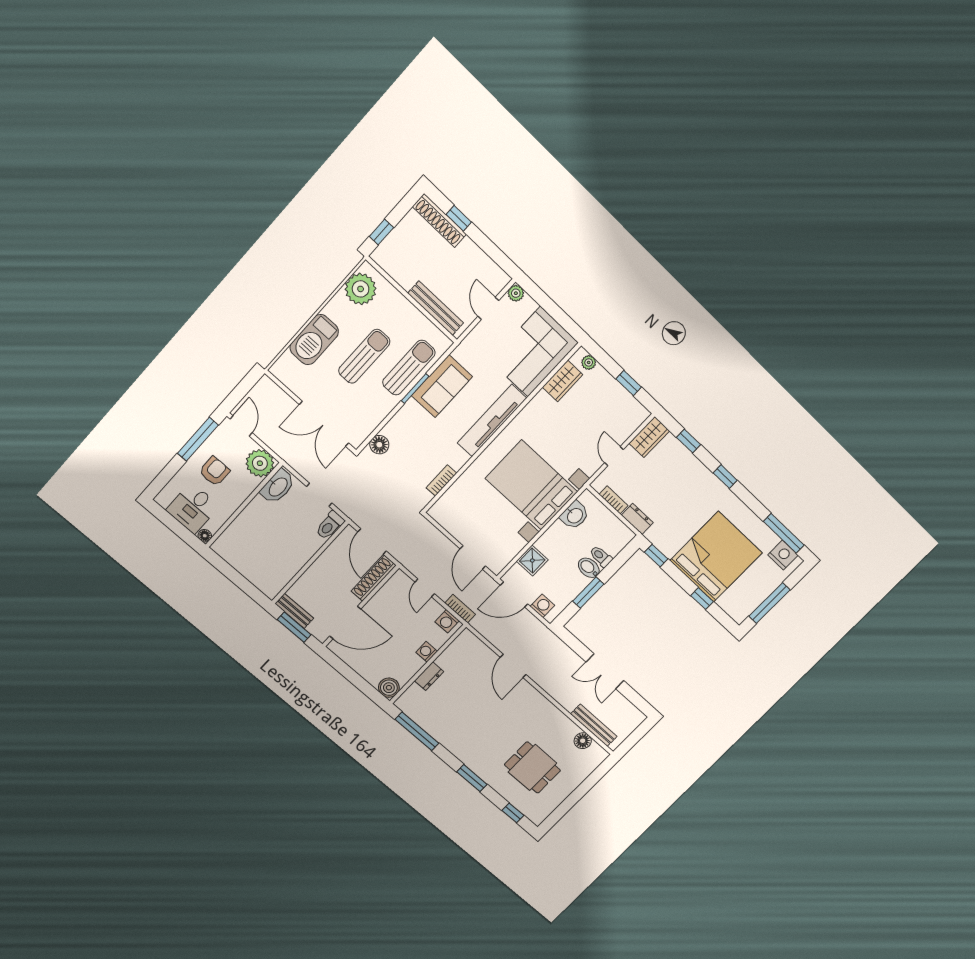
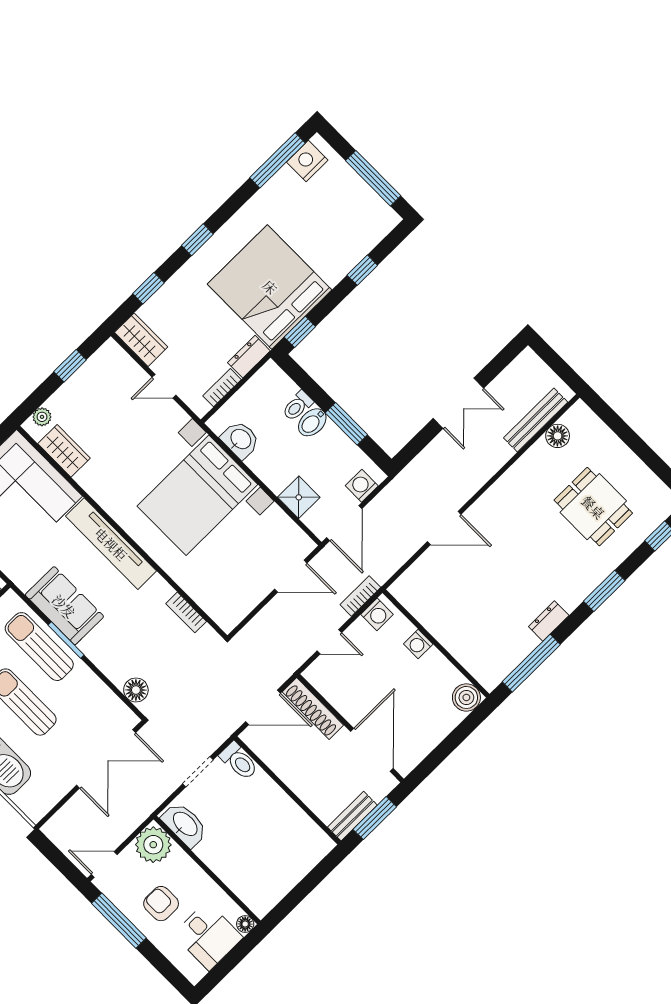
bed: (716, 557) -> (270, 287), moved
dresser: (429, 676) -> (549, 621), moved, turned -90
dining table: (532, 768) -> (593, 507), turned 90

